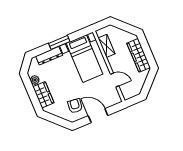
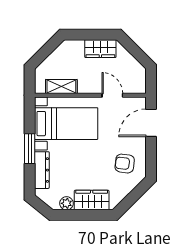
wardrobe: (139, 55) -> (100, 49), width x0.67
door: (115, 80) -> (112, 95), hinge flipped
door: (98, 116) -> (151, 123), moved

